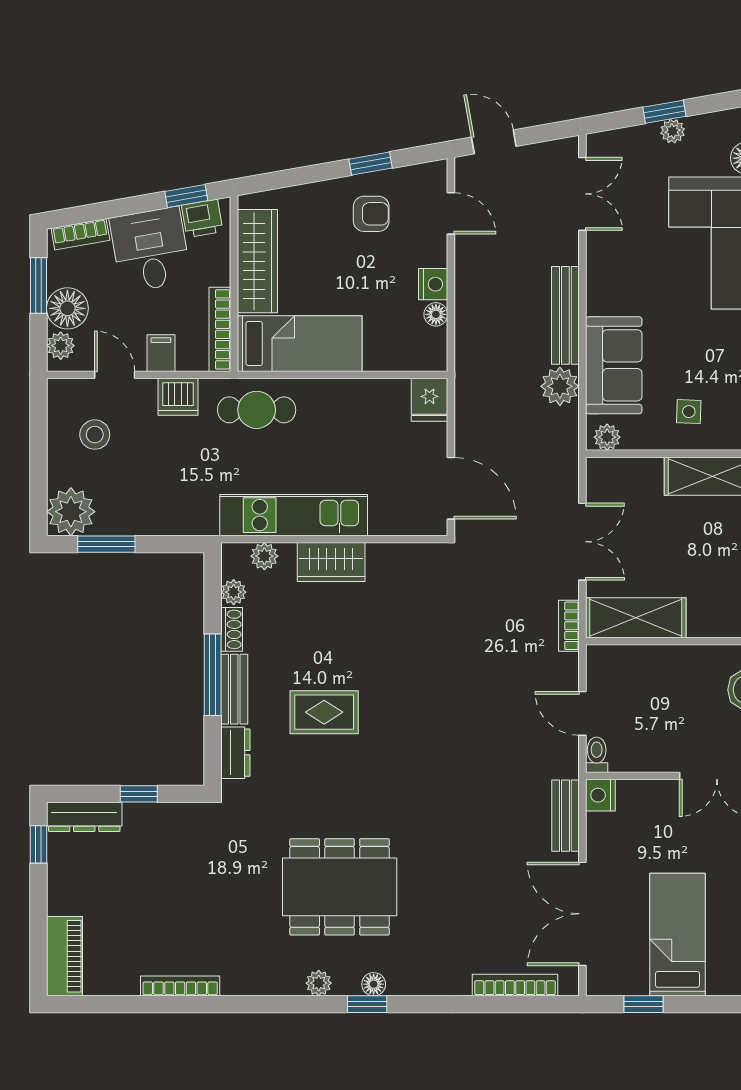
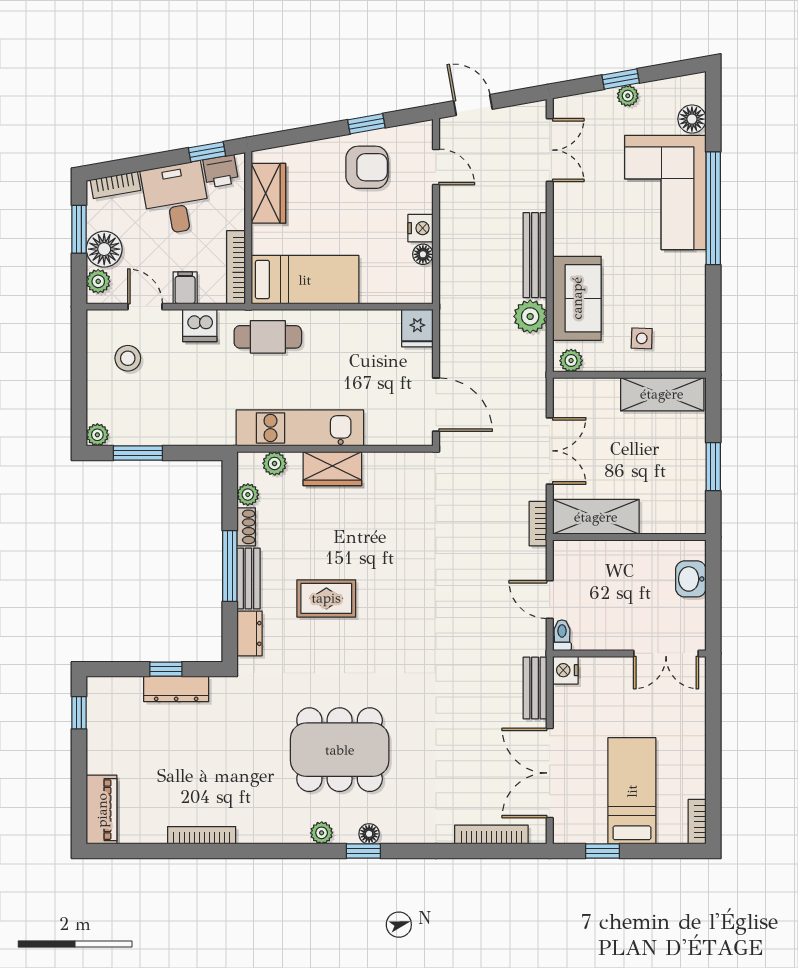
armchair: (371, 214) -> (367, 167), width x1.38, depth x1.38
wardrobe: (257, 261) -> (268, 193), width x0.67
plant: (71, 512) -> (97, 435), width x0.53, depth x0.53
dresser: (84, 817) -> (176, 689), moved

